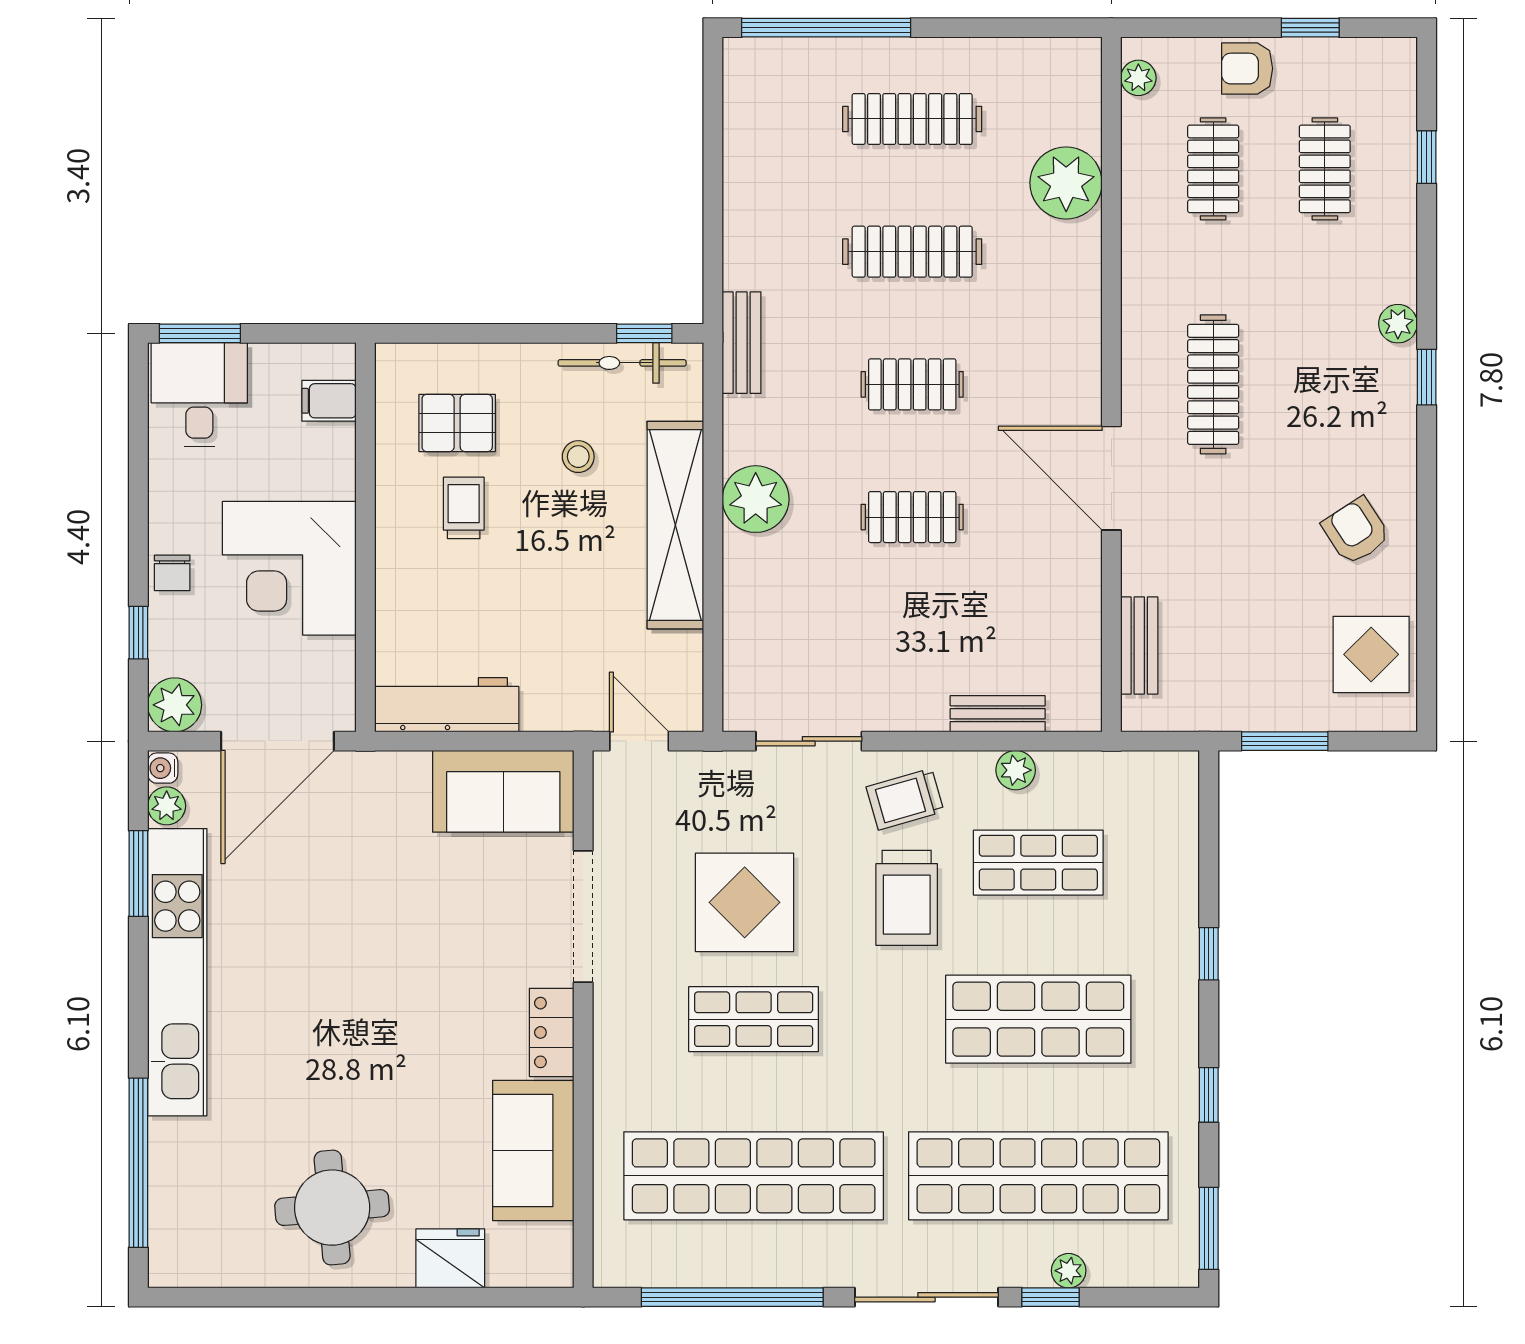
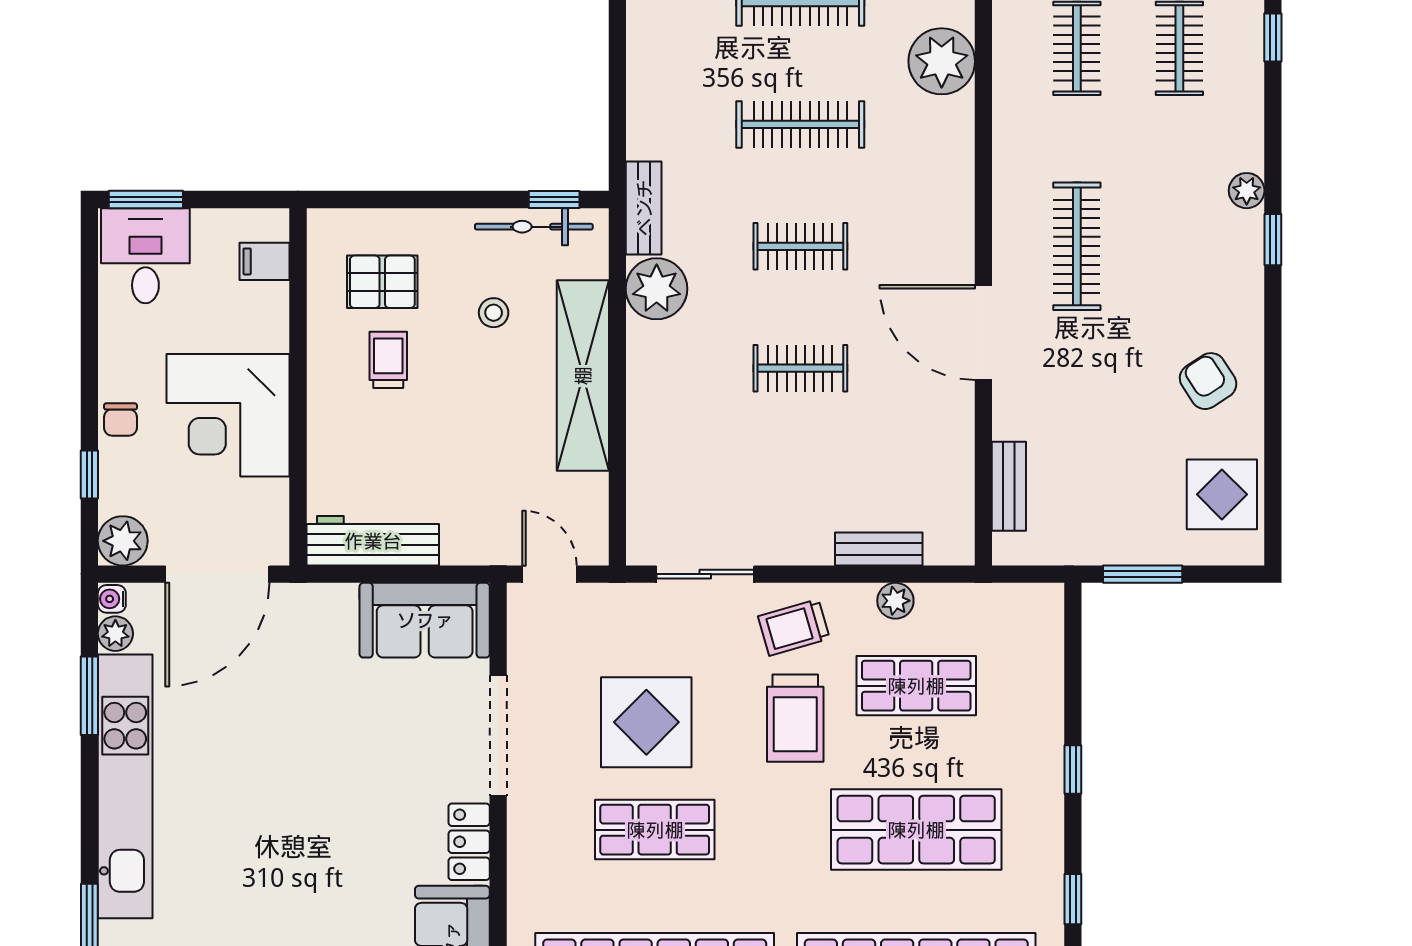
plant: (756, 499) -> (657, 289), moved

